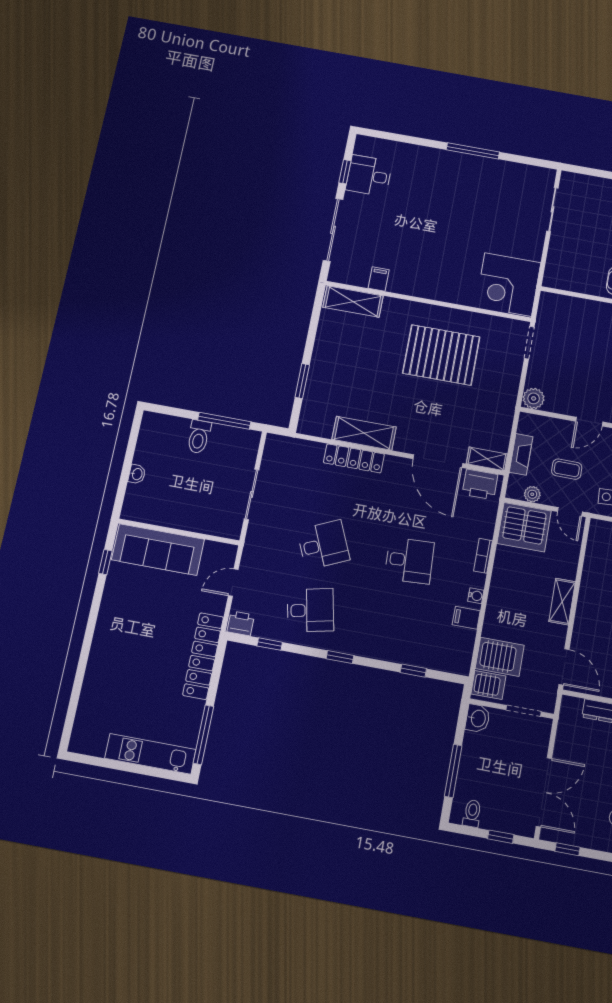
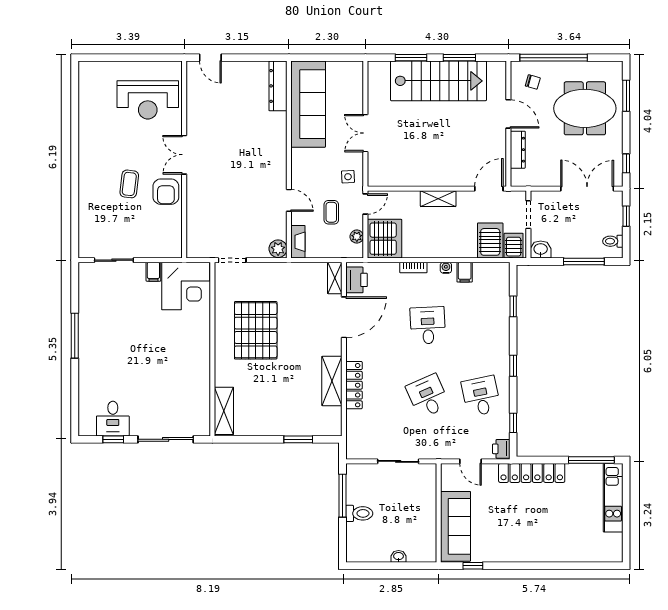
filing cabinet: (379, 279) -> (153, 272), moved, turned -90
fireplace: (521, 454) -> (298, 242), moved, turned 90

